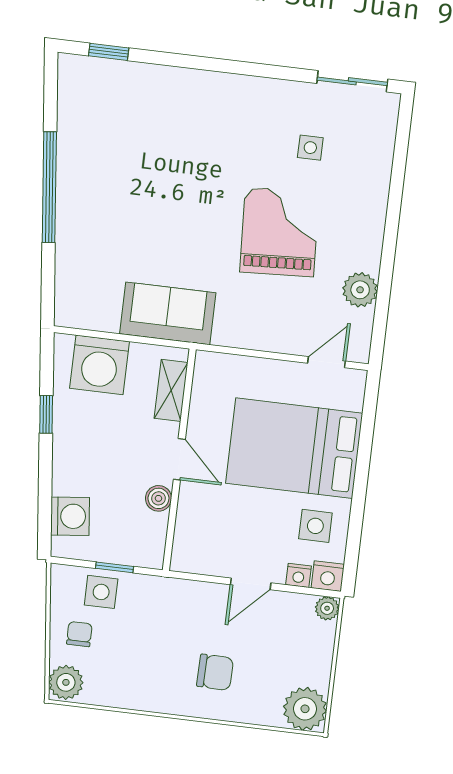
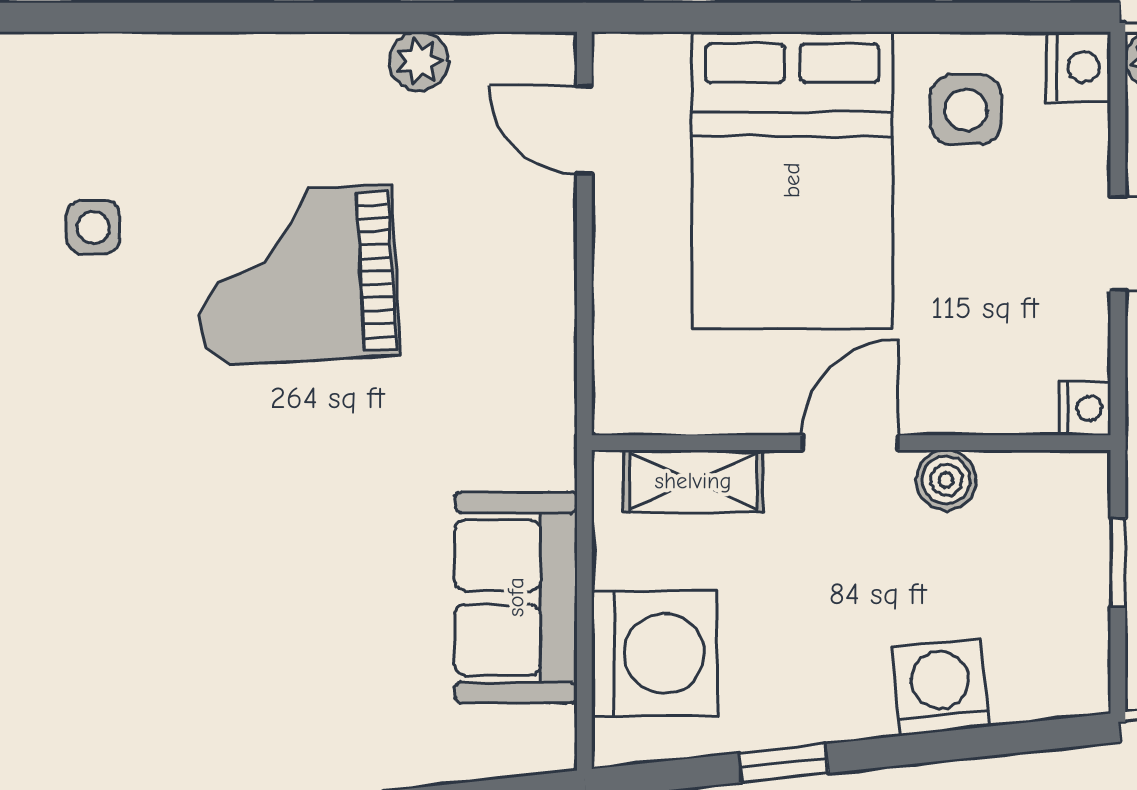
plant: (360, 290) -> (419, 61), width x0.73, depth x0.73
sofa: (168, 313) -> (516, 597), moved
washing machine: (70, 516) -> (941, 687), moved
nightstand: (298, 575) -> (1085, 408), moved

